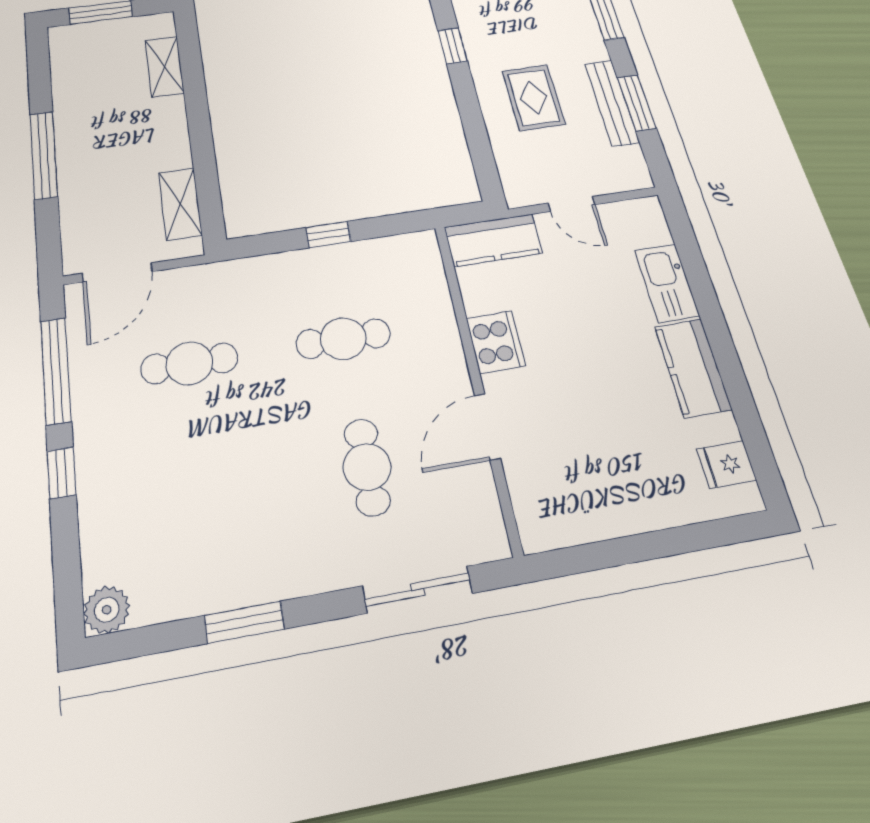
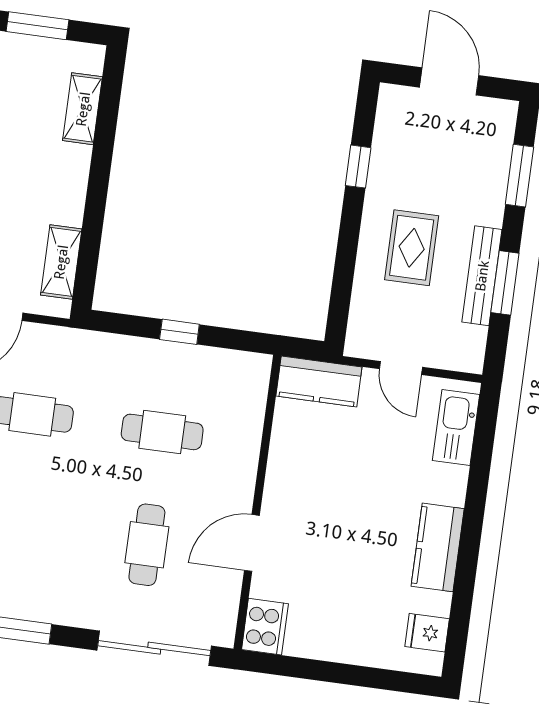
kitchen sink: (667, 283) -> (456, 428), moved
cooker: (496, 342) -> (265, 627), moved
sliding door: (418, 590) -> (154, 648), width x1.37

